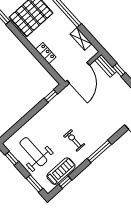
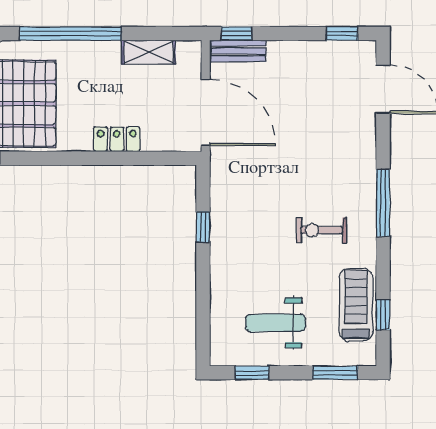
window: (119, 70) -> (236, 34), moved
window: (51, 96) -> (203, 227), moved
weight bench: (33, 152) -> (275, 323), width x0.73, depth x0.75

